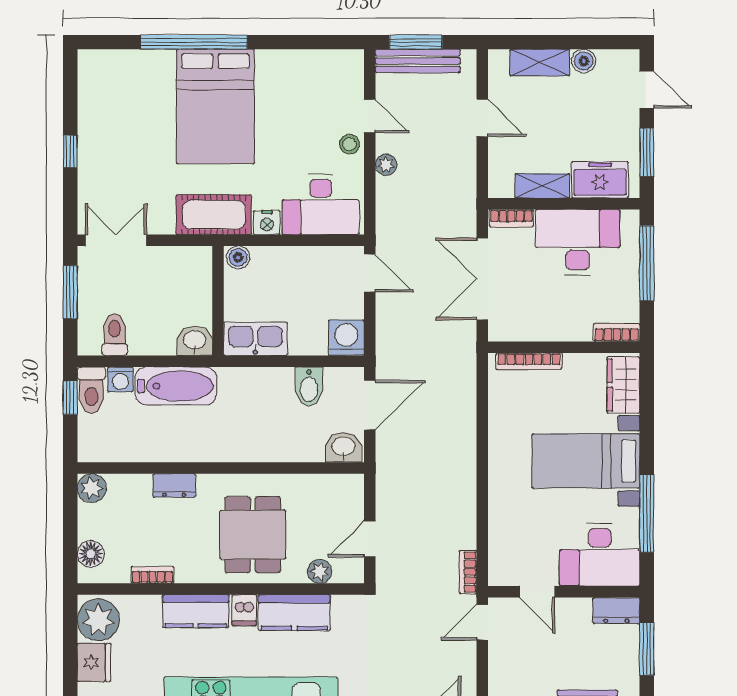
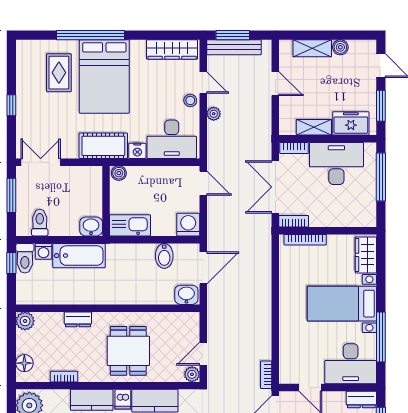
wardrobe: (321, 64) -> (172, 49), added
rug: (144, 101) -> (59, 73), added
bookcase: (617, 332) -> (294, 221), moved
plant: (320, 571) -> (192, 374), moved

